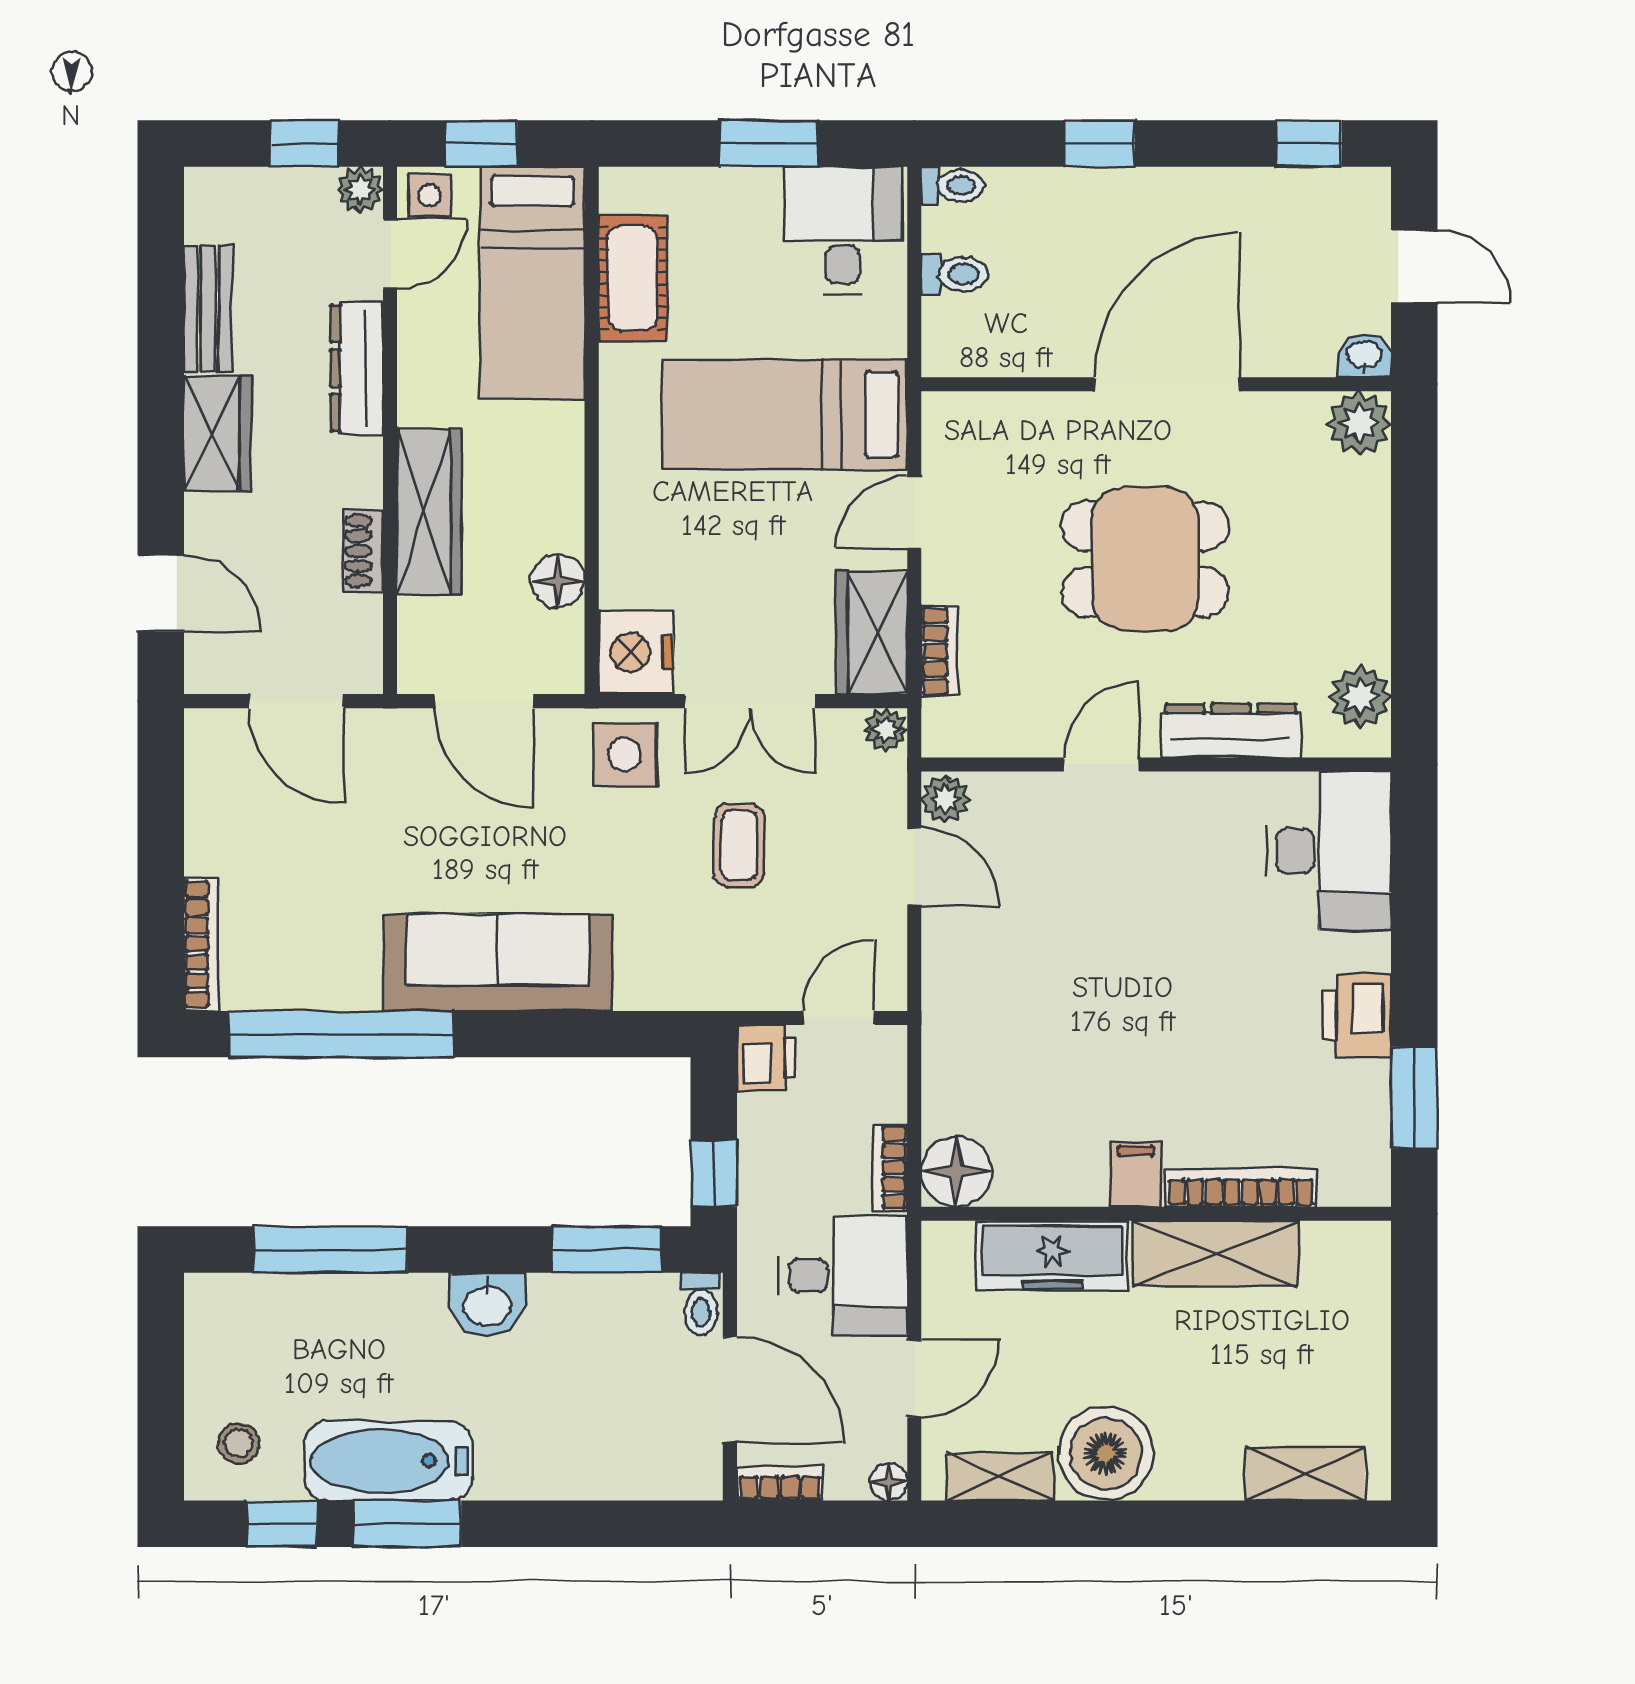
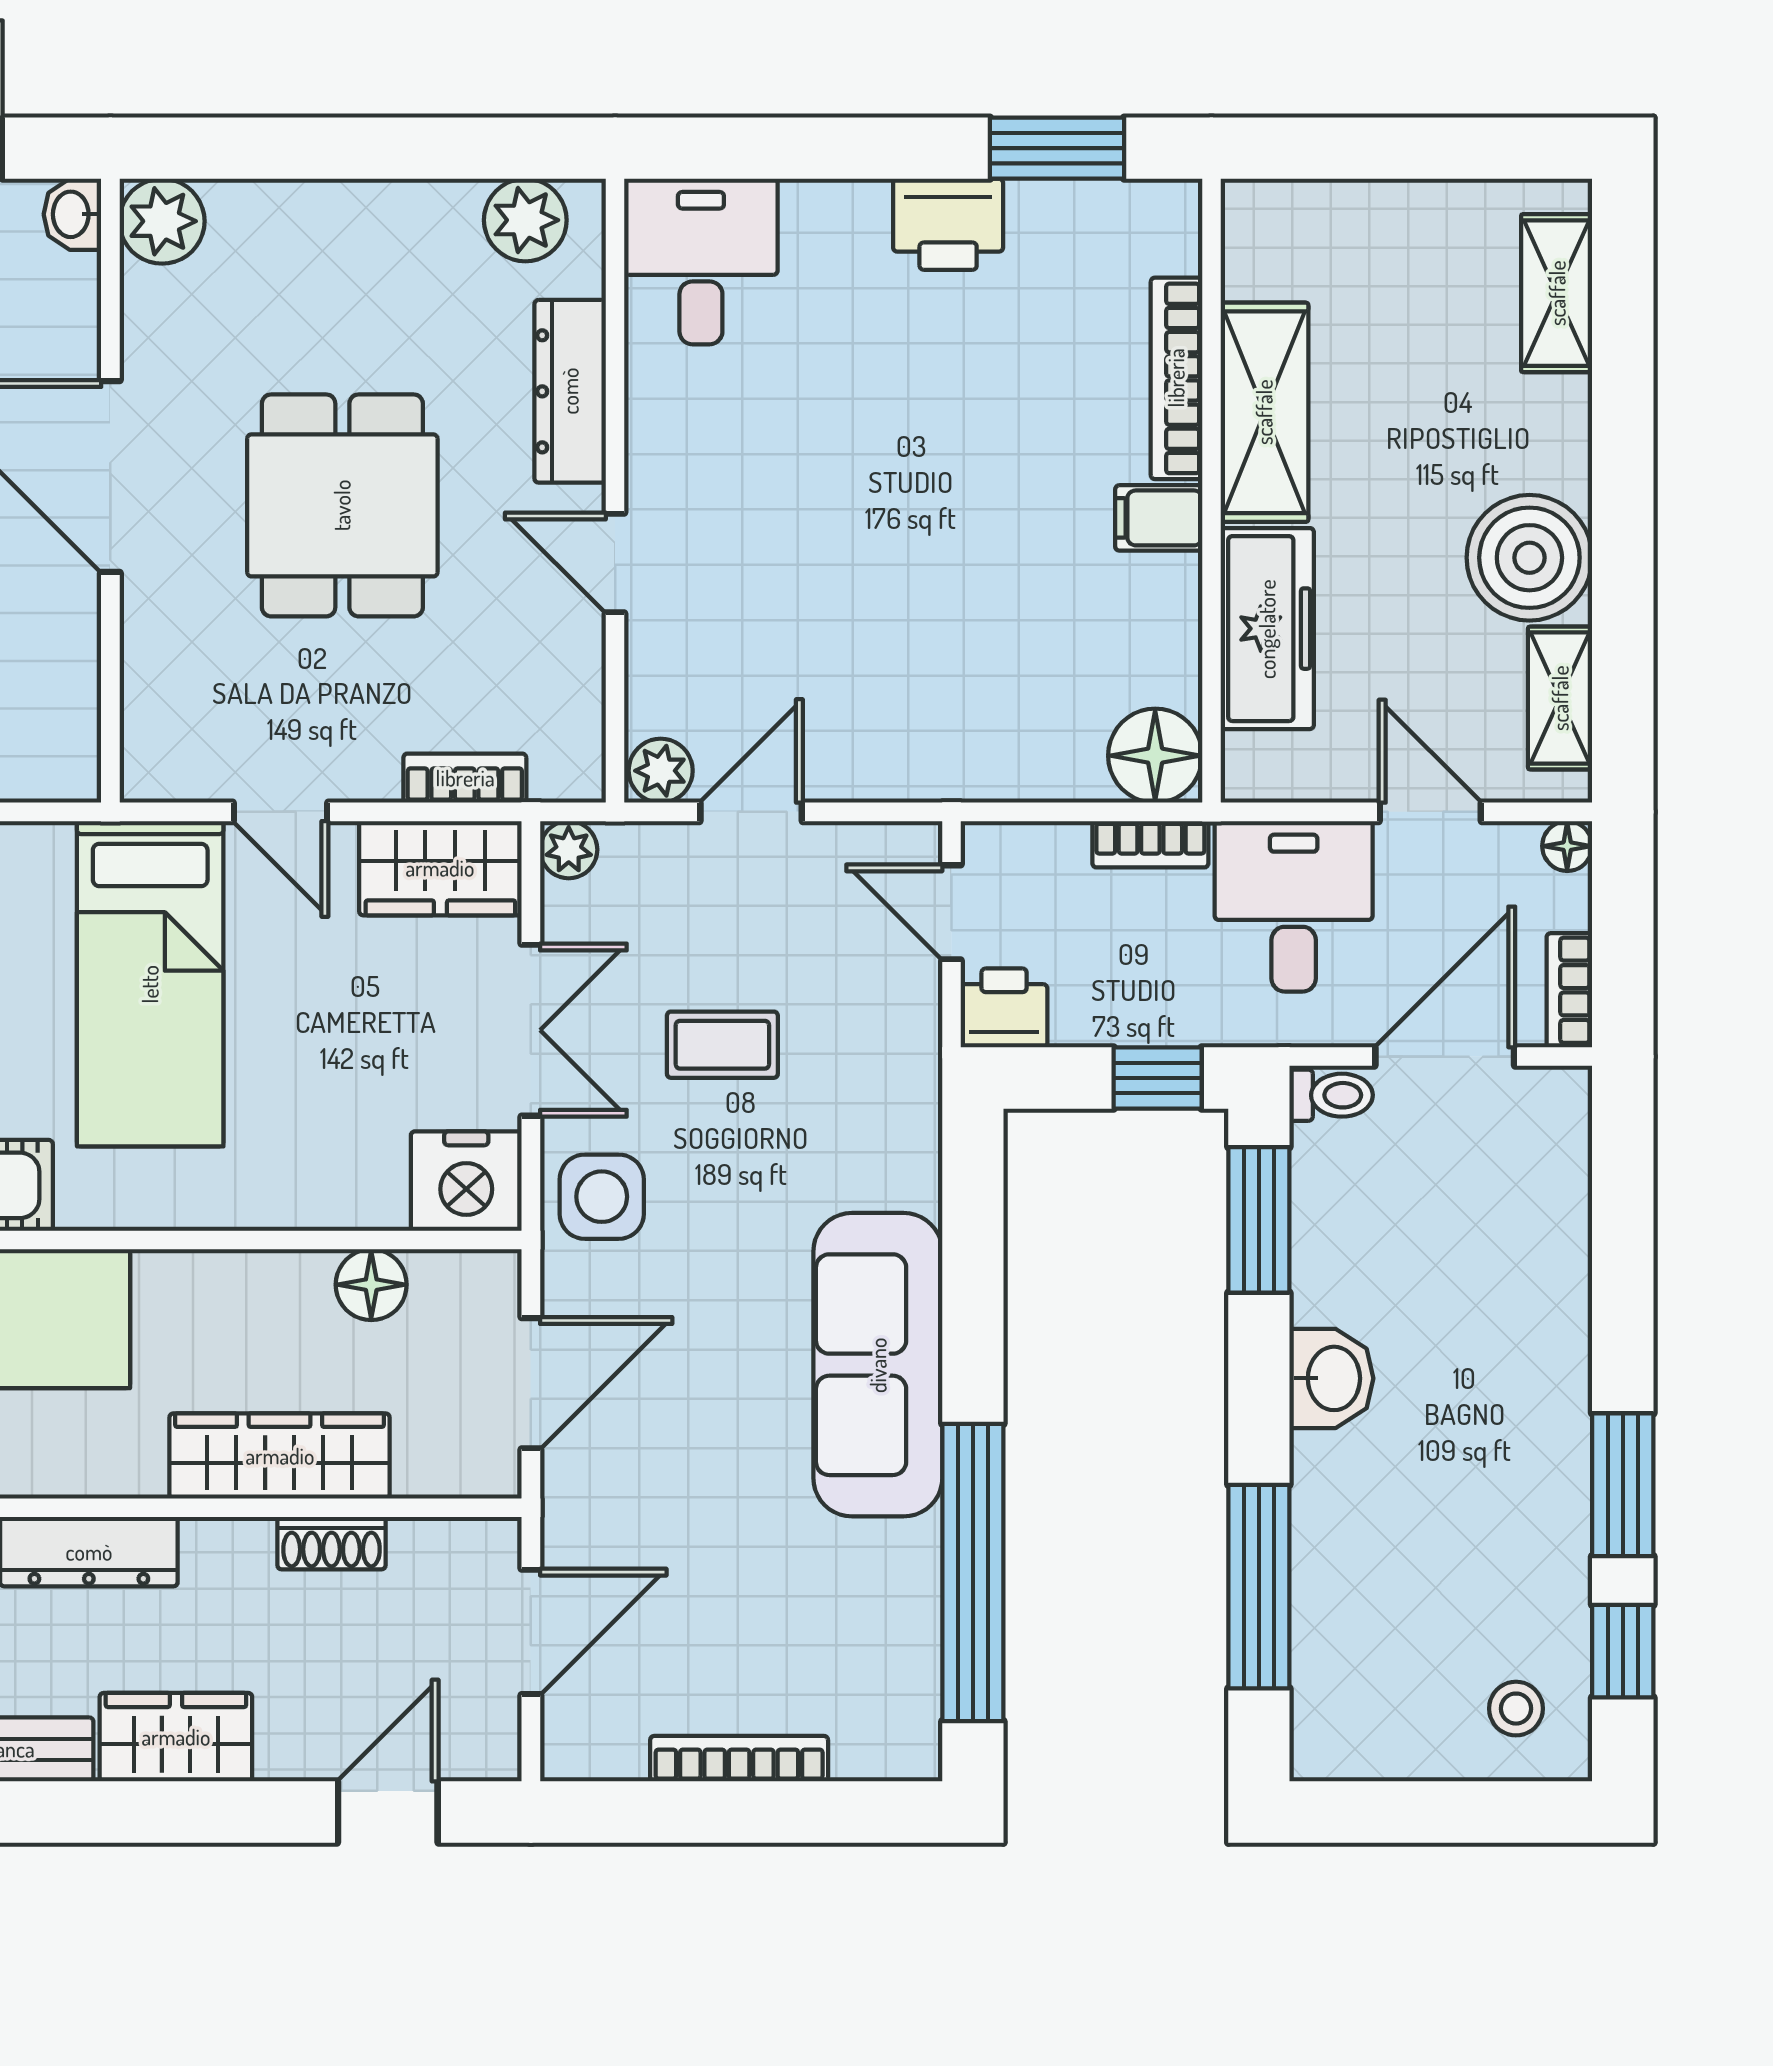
desk: (1329, 851) -> (701, 262), width x0.73
bookcase: (201, 944) -> (739, 1759), moved
bathtub: (388, 1461) -> (1539, 1510), removed

